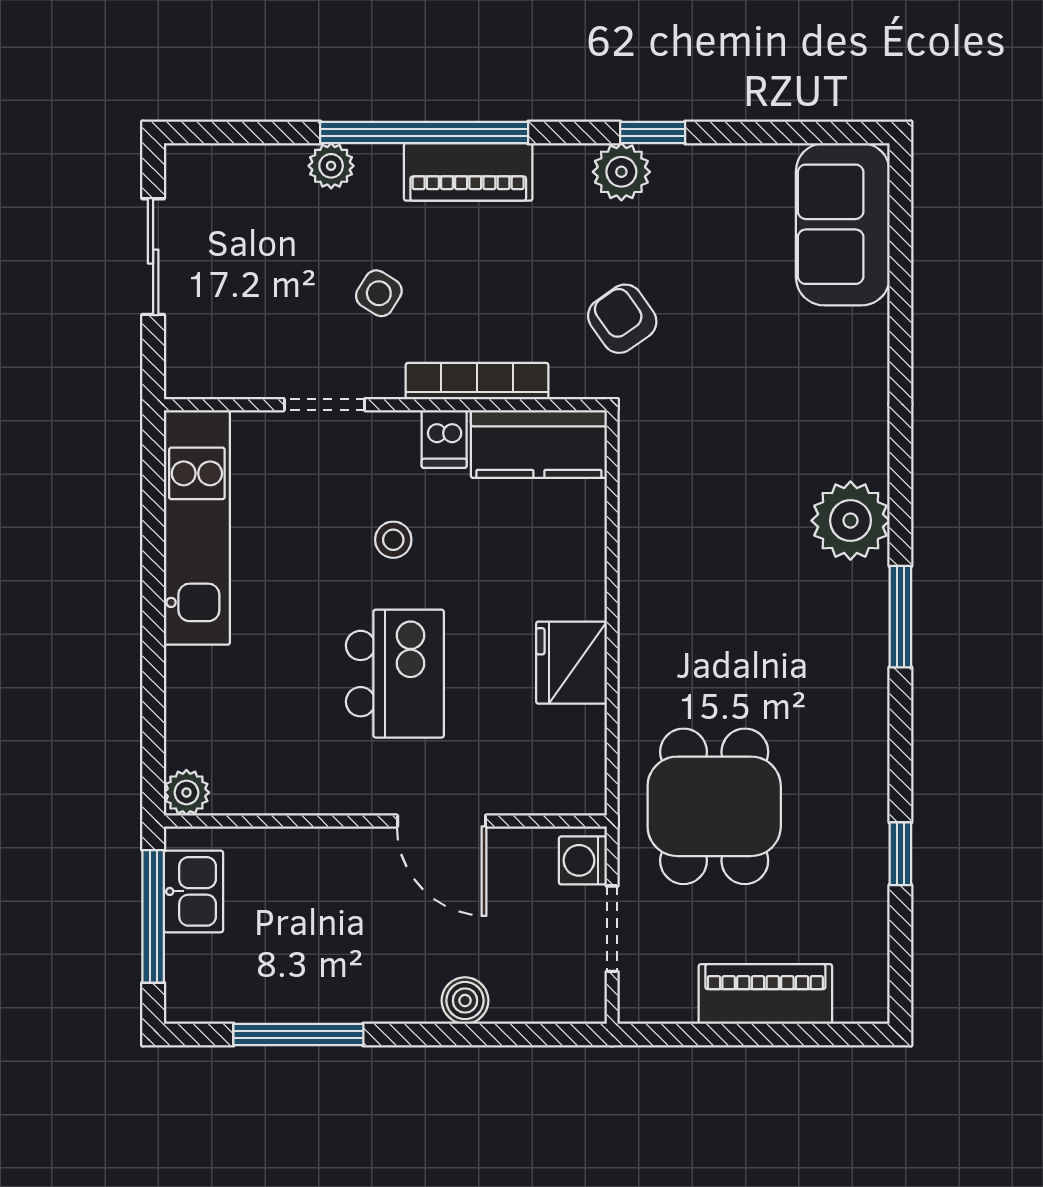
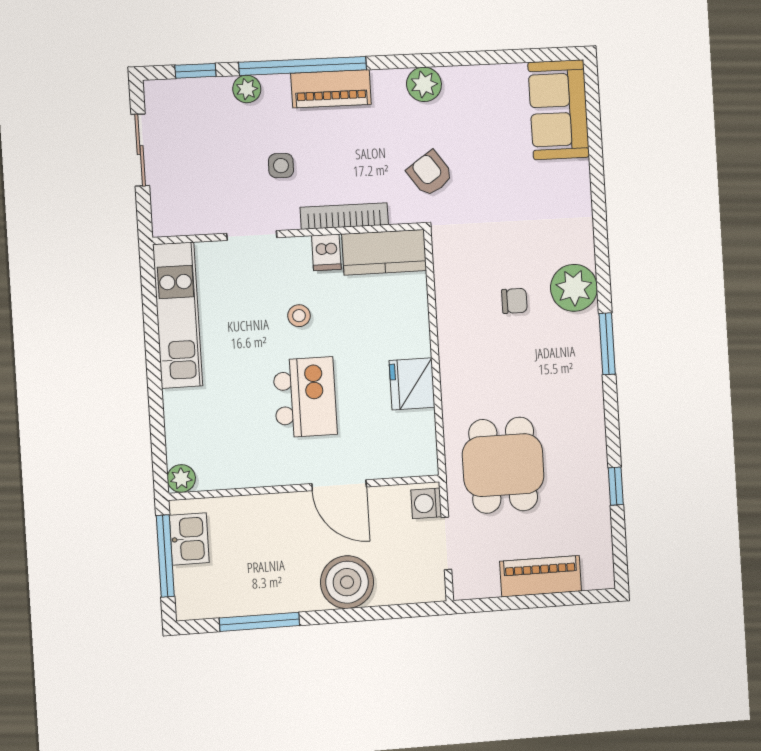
window: (653, 132) -> (195, 71), moved
side table: (379, 293) -> (281, 166), turned -31
chair: (749, 536) -> (514, 301), added
boiler: (465, 1001) -> (347, 582), width x1.86, depth x1.86

